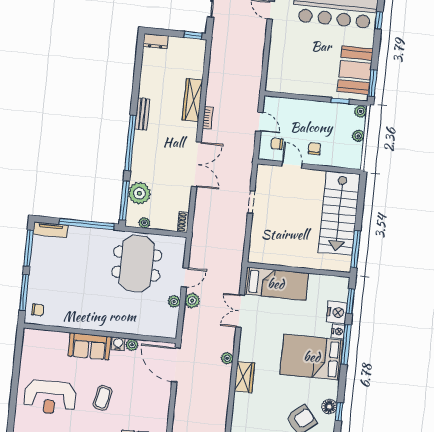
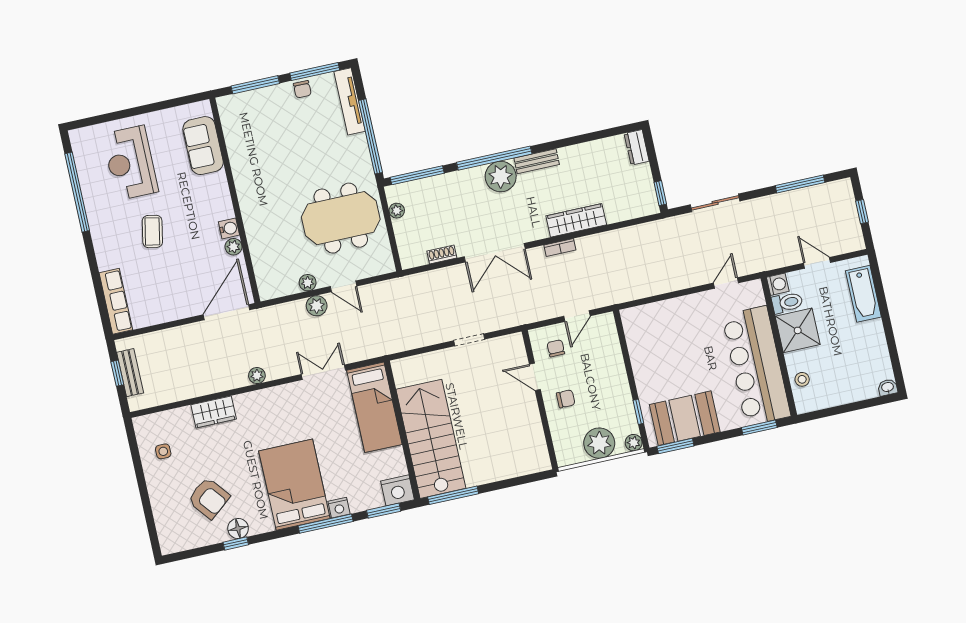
window: (379, 20) -> (759, 427), width x1.50
plant: (358, 136) -> (599, 443), width x1.87, depth x1.87
door: (292, 165) -> (535, 377), swing flipped
plant: (139, 193) -> (501, 177), moved
stairs: (339, 213) -> (431, 439), moved, turned 90
shoe rack: (183, 222) -> (442, 255), moved
tv unit: (51, 230) -> (350, 101), width x1.41
chair: (38, 310) -> (302, 89), moved
nightstand: (337, 312) -> (397, 490), moved
sofa: (89, 346) -> (203, 146), moved
wardrobe: (244, 377) -> (214, 412), moved
coffee table: (103, 398) -> (152, 231), turned 90

